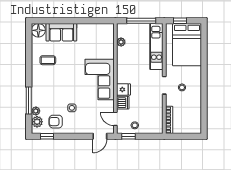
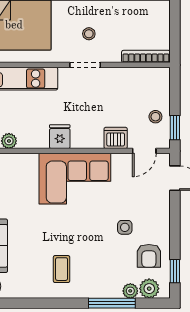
coffee table: (48, 60) -> (62, 269), moved
fridge: (123, 89) -> (60, 137), moved

